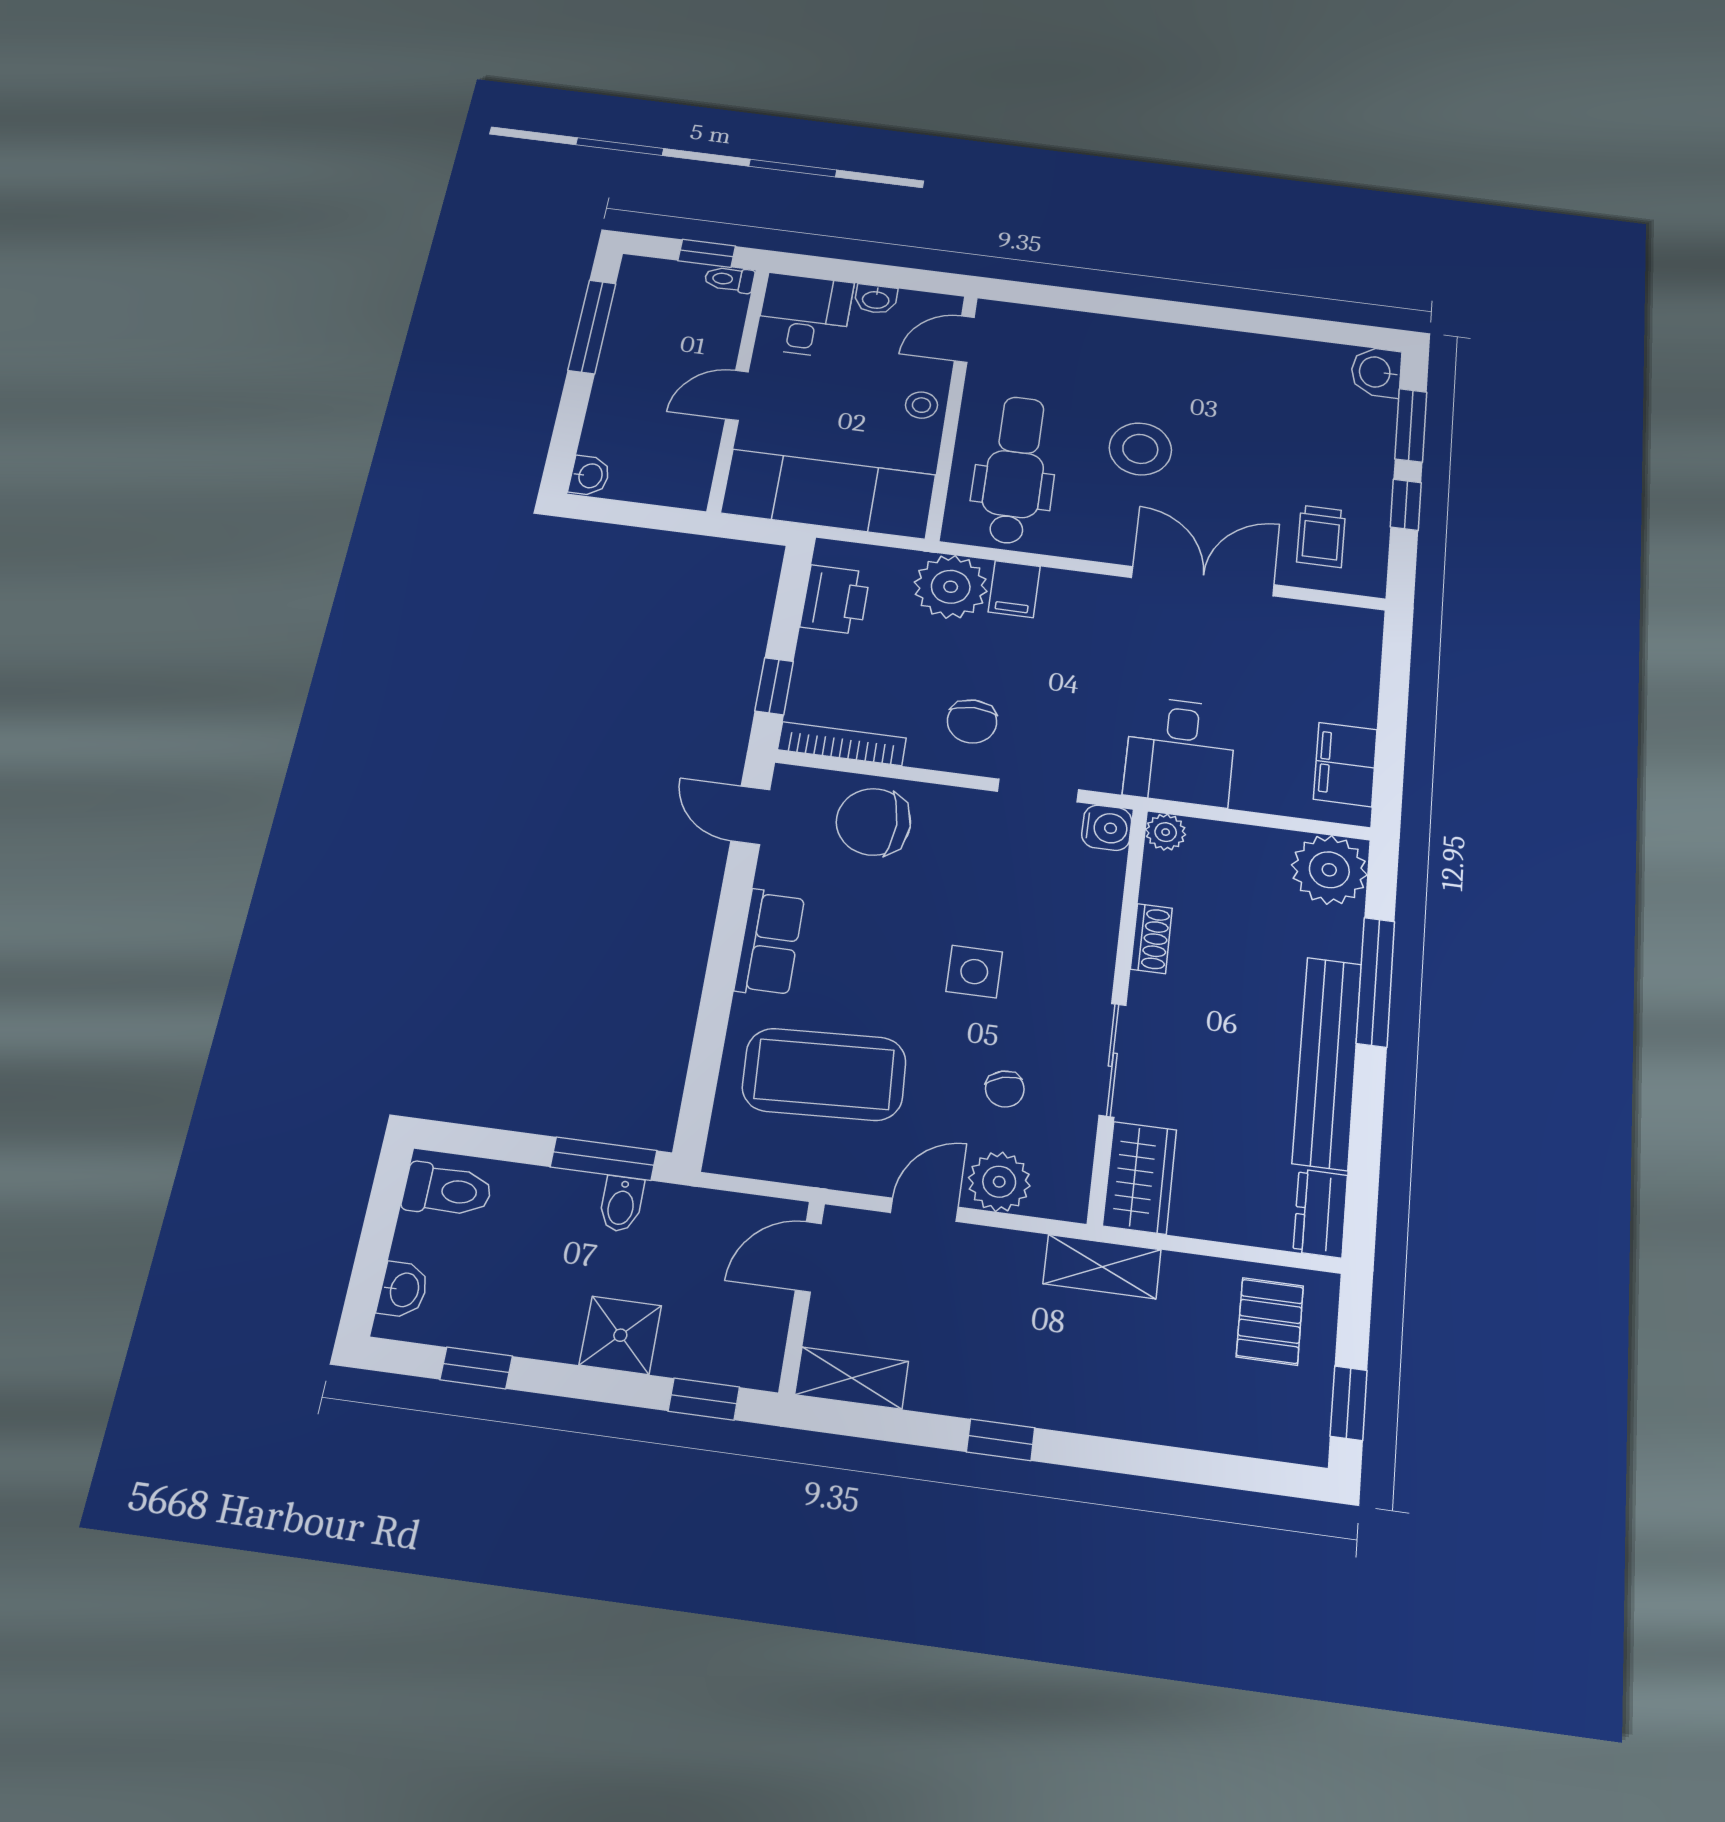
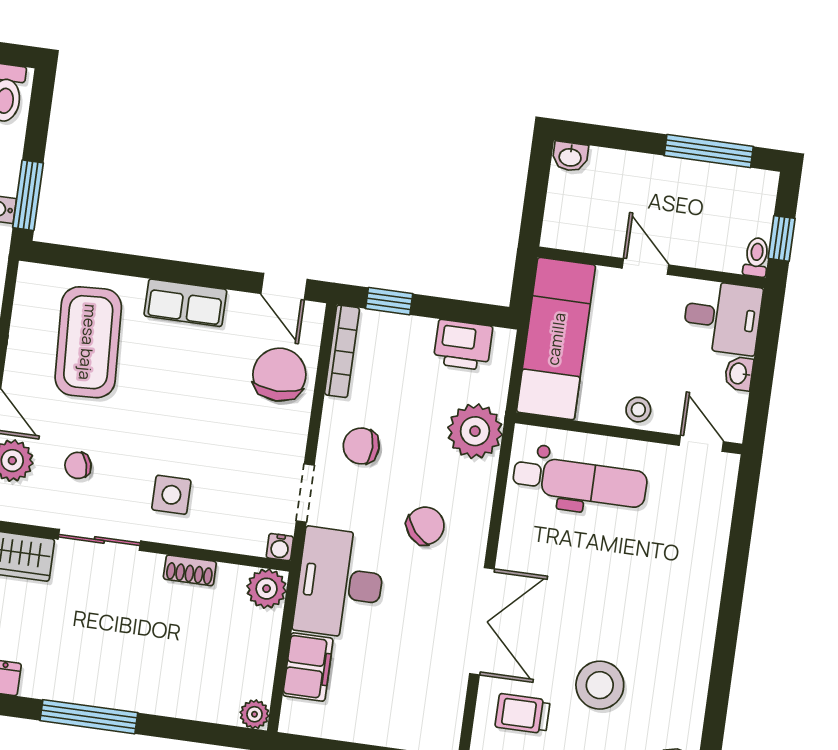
stool: (1140, 449) -> (600, 685), moved
filing cabinet: (1014, 589) -> (473, 479), removed
chair: (1079, 646) -> (425, 526), added
desk: (1180, 751) -> (340, 583), width x1.37
filing cabinet: (1345, 764) -> (308, 667), moved, turned 90
door: (750, 815) -> (284, 287), swing flipped
water cooler: (1107, 828) -> (280, 547), width x0.72, depth x0.72
plant: (1166, 832) -> (267, 589), width x1.38, depth x1.38
plant: (1329, 870) -> (254, 714), width x0.53, depth x0.53
side table: (974, 972) -> (171, 495), moved
window: (1375, 982) -> (89, 717), moved
bench: (1327, 1062) -> (98, 688), removed

